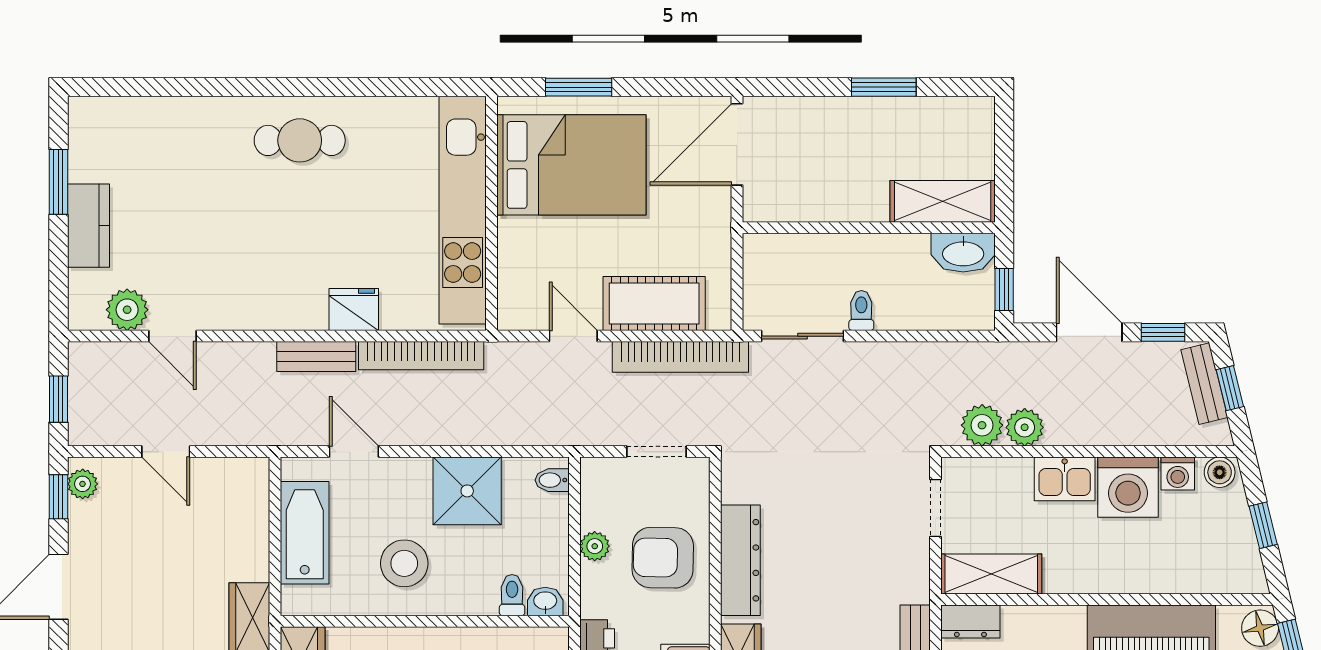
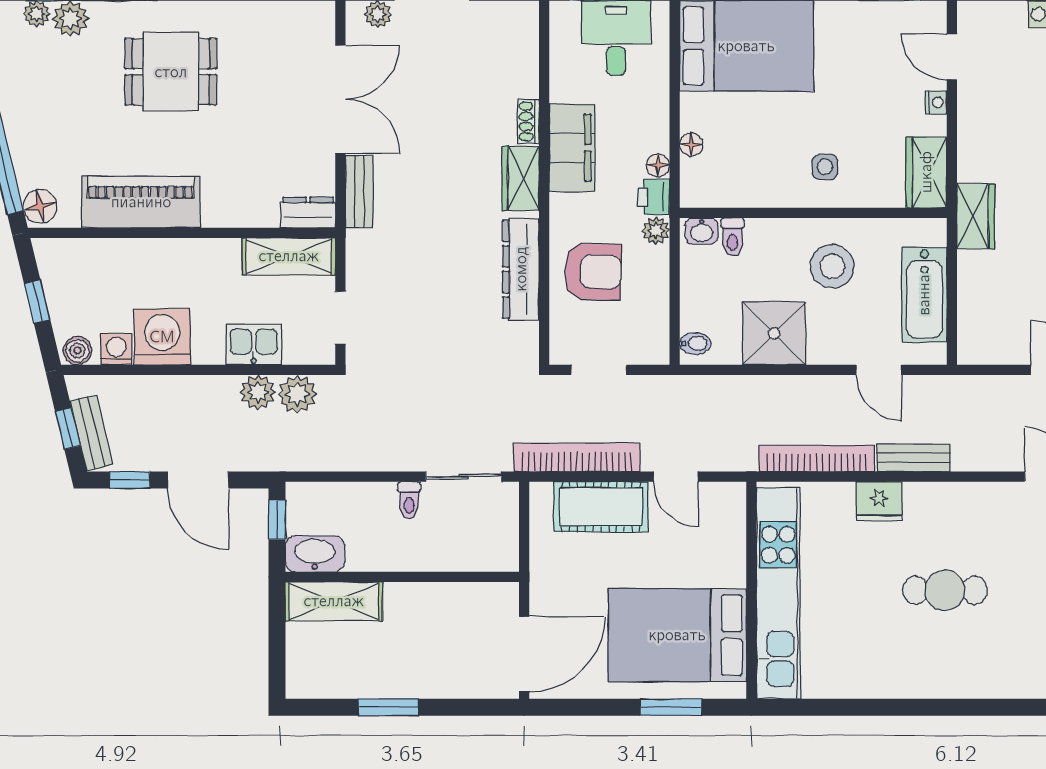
cafe table: (300, 140) -> (945, 590), moved
kitchen sink: (1065, 479) -> (254, 344), moved
plant: (595, 546) -> (656, 231), moved

